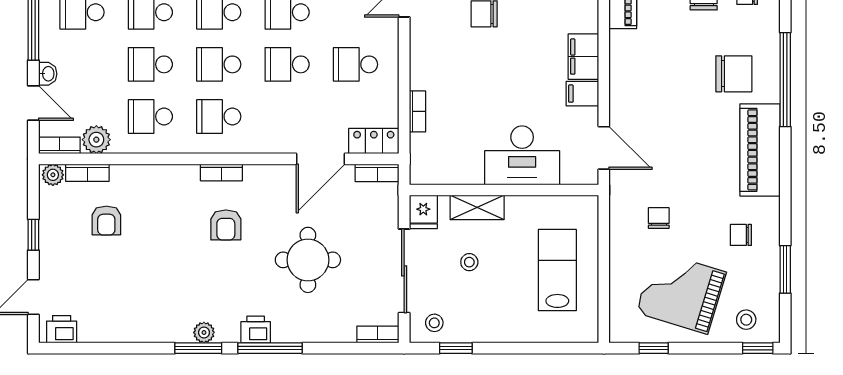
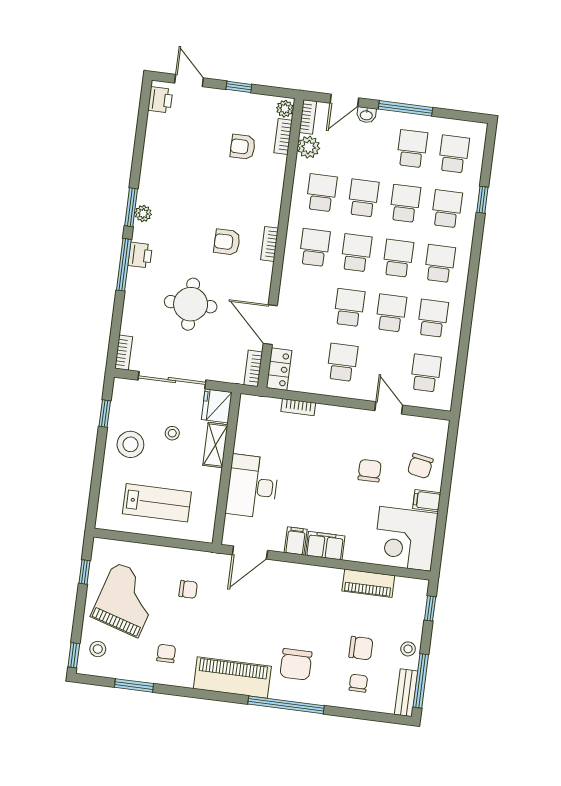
fridge: (423, 212) -> (217, 406), width x1.38
stool: (434, 323) -> (130, 444), moved, width x1.89, depth x1.89

